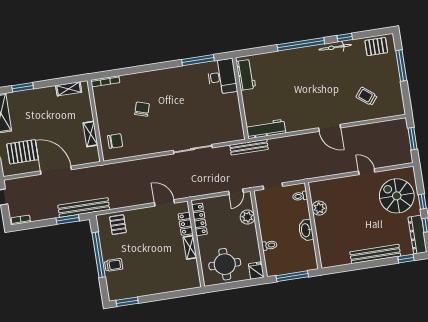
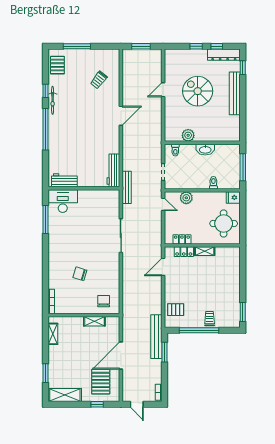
spiral stairs: (397, 196) -> (198, 91), moved, turned 90
locker: (199, 219) -> (182, 239), width x0.66

